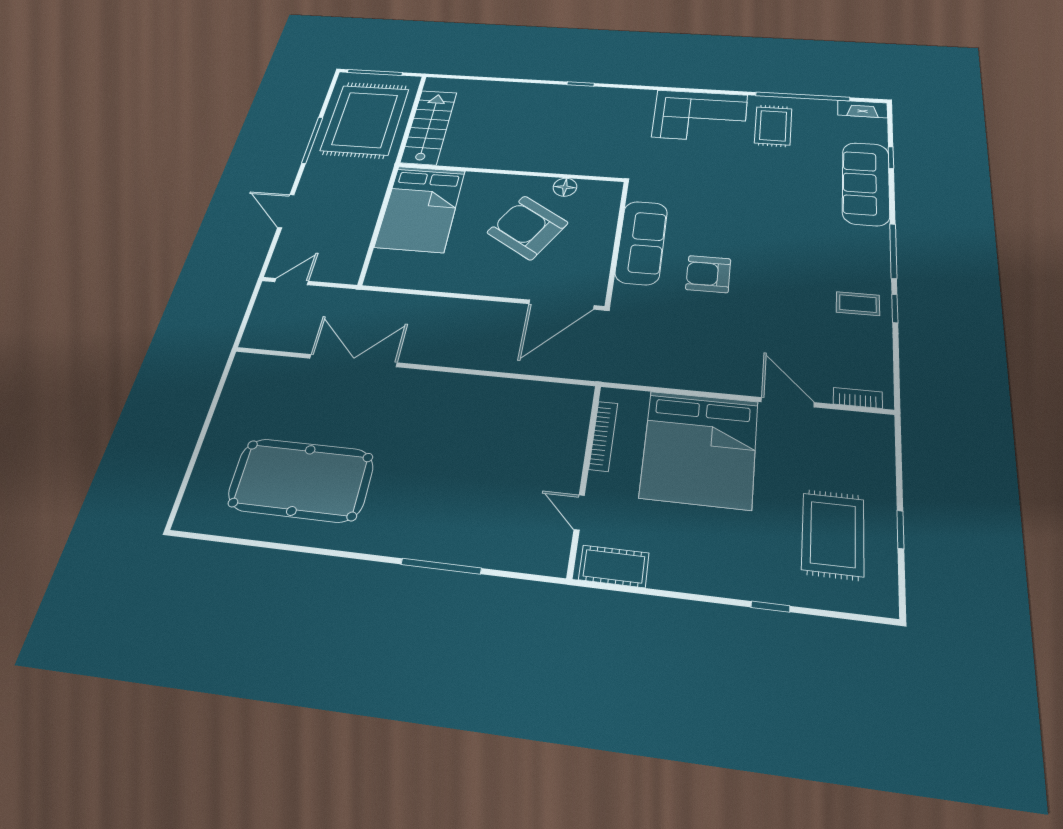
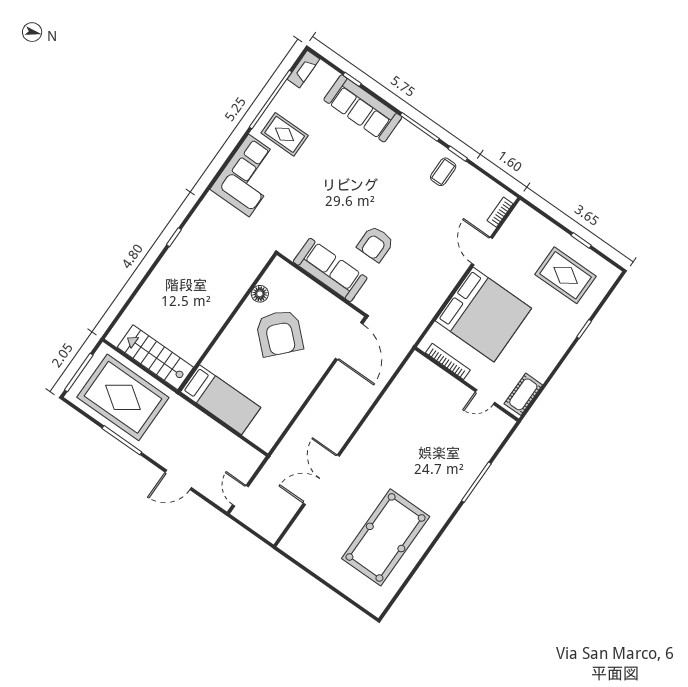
bed: (420, 208) -> (221, 400), width x0.67
armchair: (528, 228) -> (279, 333), turned -78
door: (788, 402) -> (482, 251), hinge flipped

